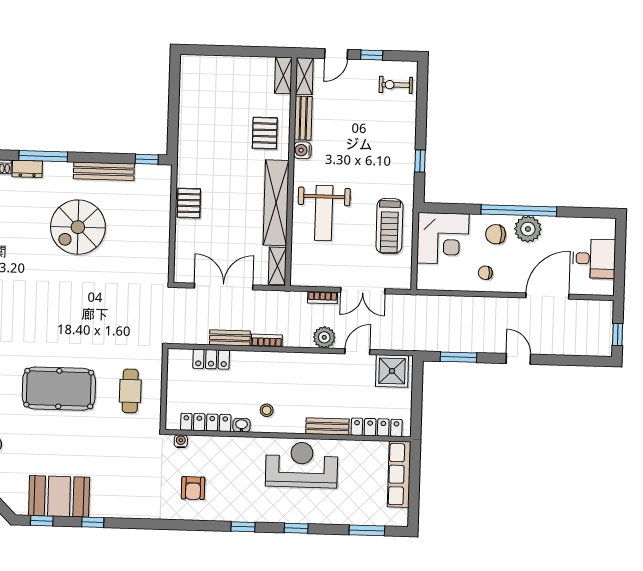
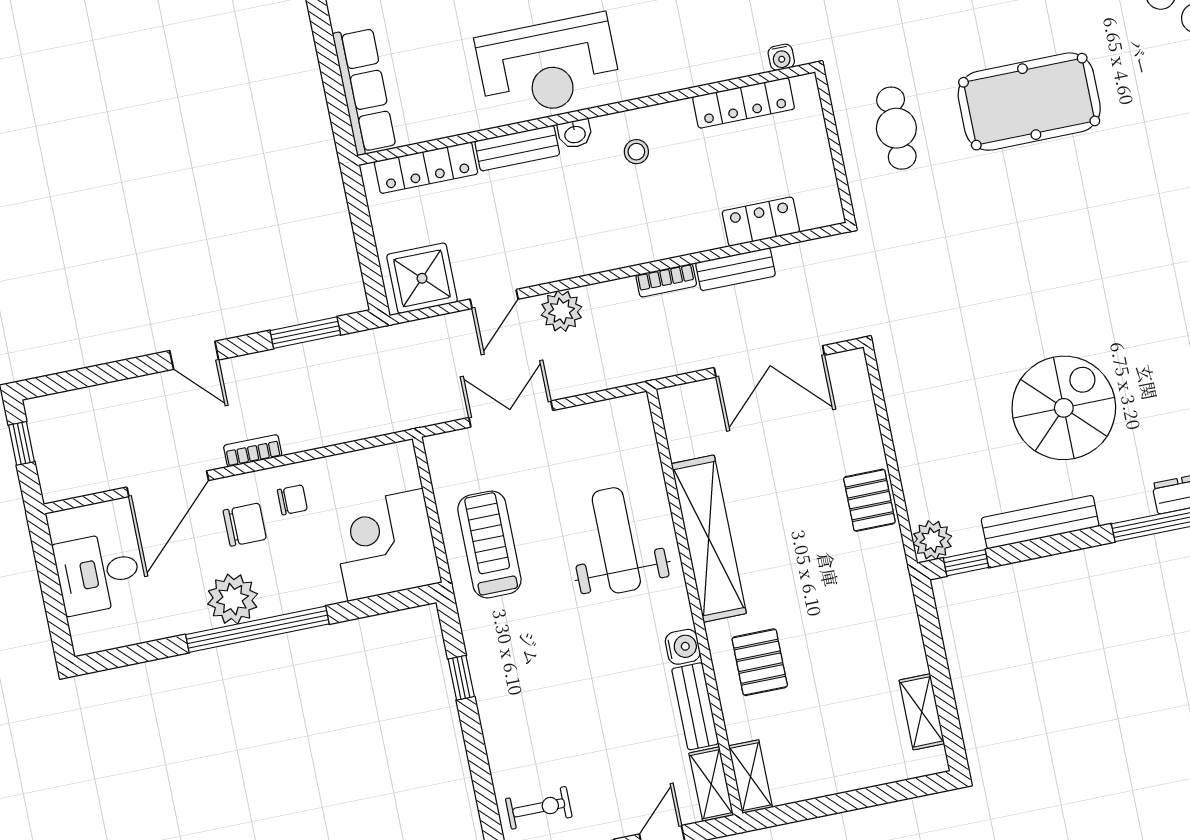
plant: (161, 175) -> (932, 540), added
chair: (496, 234) -> (245, 525), moved
shelving: (277, 266) -> (922, 712), moved
bookcase: (322, 298) -> (253, 451), moved
washbasin: (241, 425) -> (575, 134), moved

